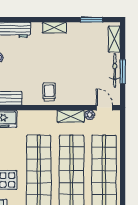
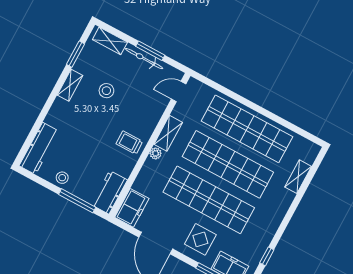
shelving: (54, 28) -> (70, 85), moved
stool: (77, 56) -> (106, 91), added
plant: (90, 115) -> (156, 153), moved

